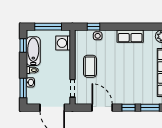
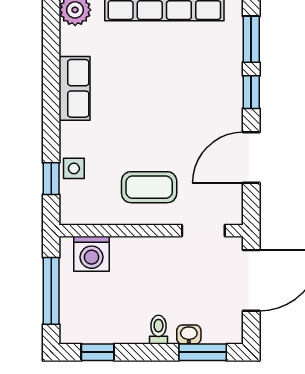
bathtub: (33, 51) -> (112, 327), removed

